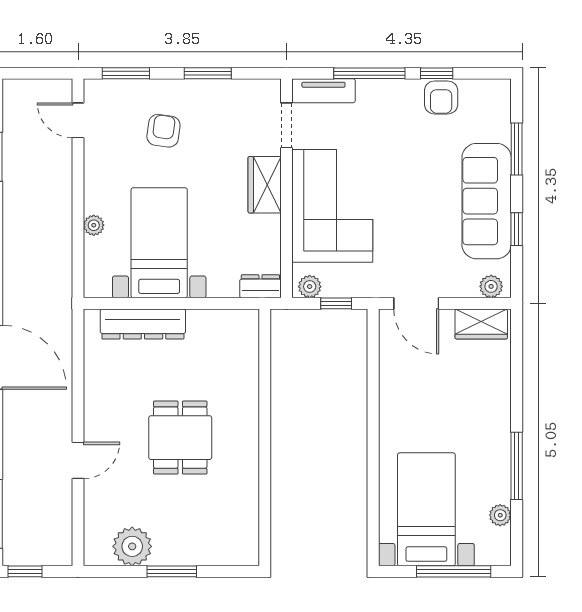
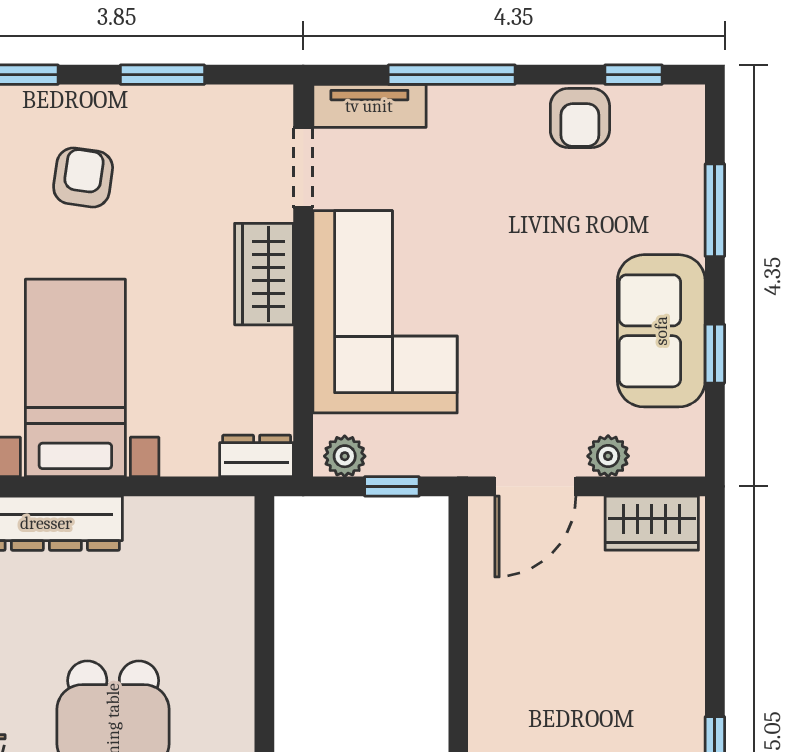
window: (437, 73) -> (634, 75), moved
sofa: (487, 201) -> (661, 331), width x0.73
plant: (491, 286) -> (608, 456), moved
door: (416, 303) -> (535, 486), hinge flipped

